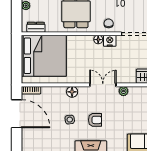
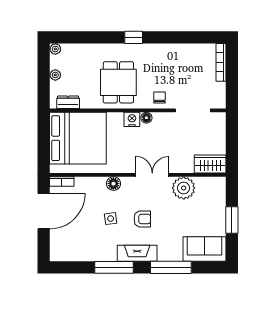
nightstand: (110, 41) -> (132, 119), moved
plant: (123, 91) -> (184, 188), width x1.88, depth x1.88
door: (17, 114) -> (44, 211), hinge flipped

